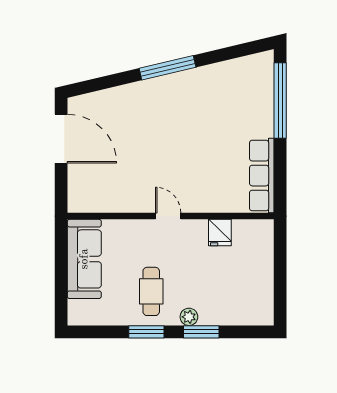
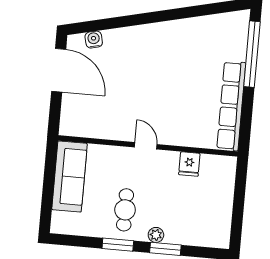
window: (167, 68) -> (157, 17), removed
water cooler: (98, 100) -> (94, 40), added
row of seats: (262, 176) -> (231, 106), width x1.36

